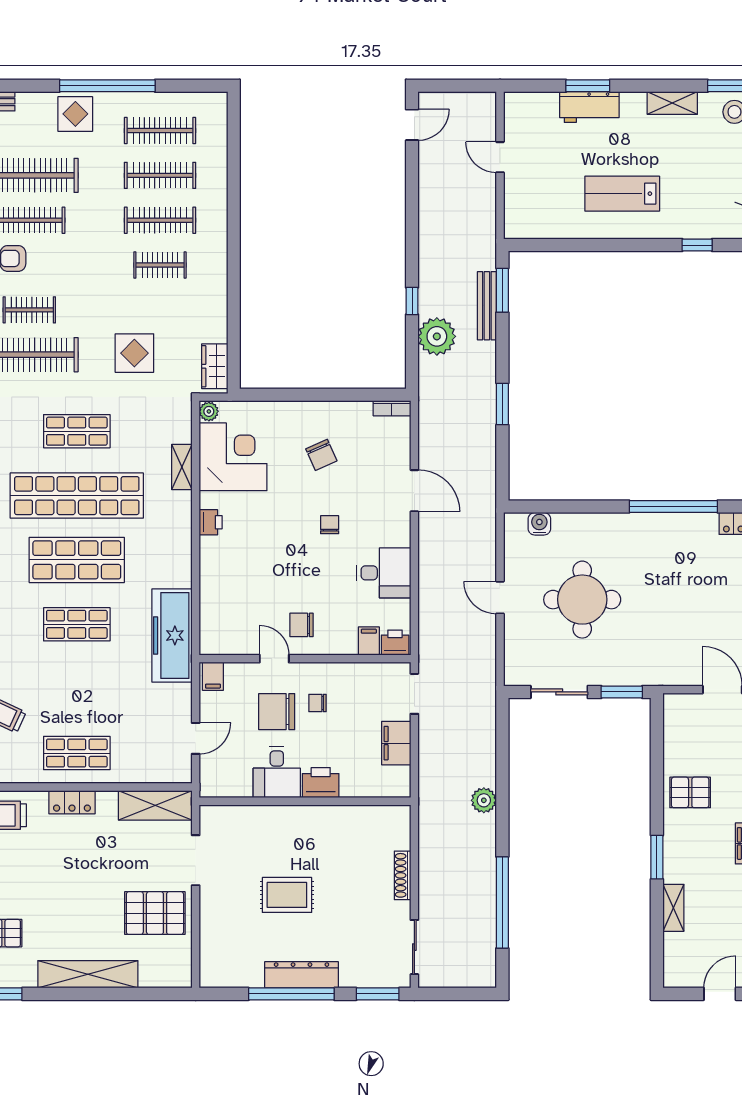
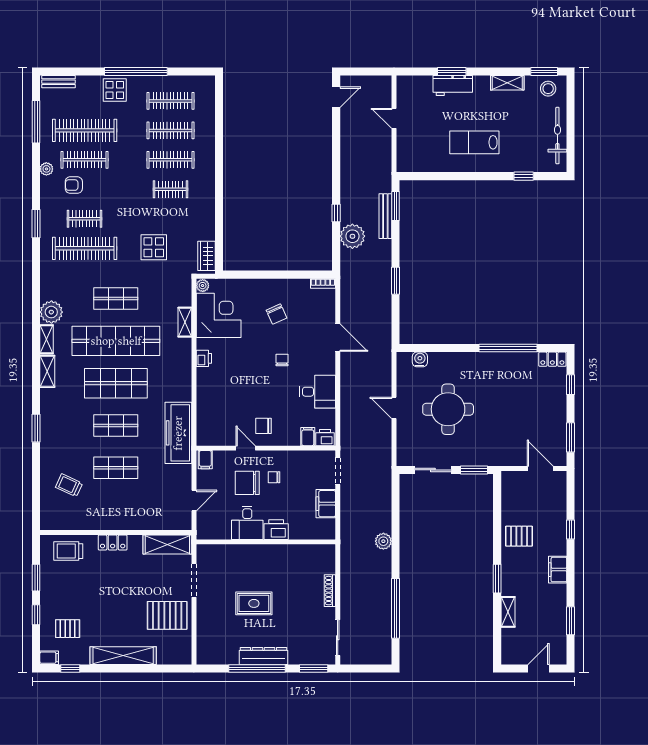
shop shelf: (77, 753) -> (116, 468), moved

